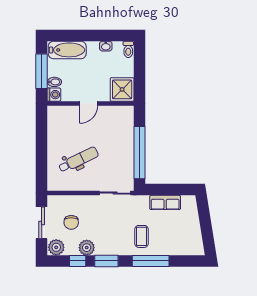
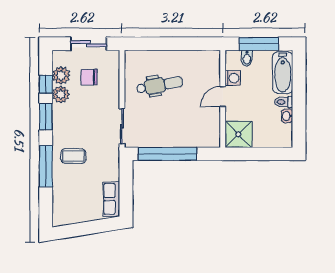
toilet: (128, 49) -> (283, 102), moved
washing machine: (54, 95) -> (233, 78), moved, turned -90
door: (89, 103) -> (223, 97), hinge flipped
dental chair: (78, 160) -> (159, 85), turned -74
row of seats: (165, 202) -> (111, 199), moved
plant: (56, 247) -> (61, 75), moved

